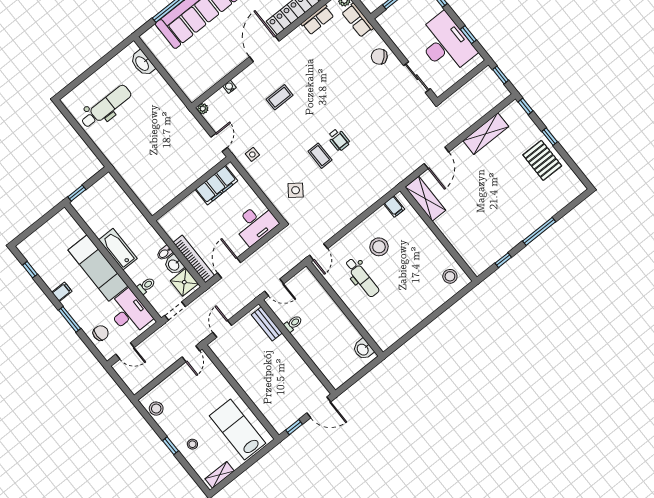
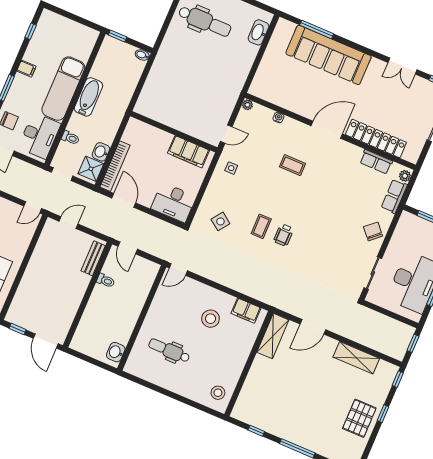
filing cabinet: (394, 207) -> (246, 311), width x2.00
bidet: (164, 253) -> (142, 55), moved
door: (229, 268) -> (124, 200), hinge flipped
dental chair: (362, 278) -> (169, 351), moved, turned 90

